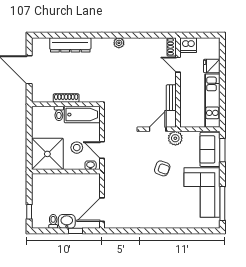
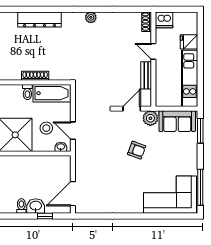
door: (178, 65) -> (153, 51), moved
sofa: (210, 149) -> (177, 121), moved, turned -90
corner sofa: (202, 193) -> (170, 195), moved, turned 90

